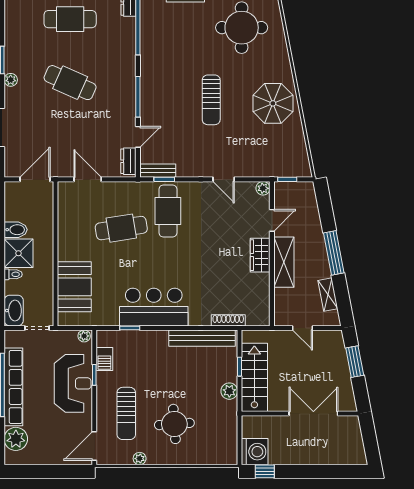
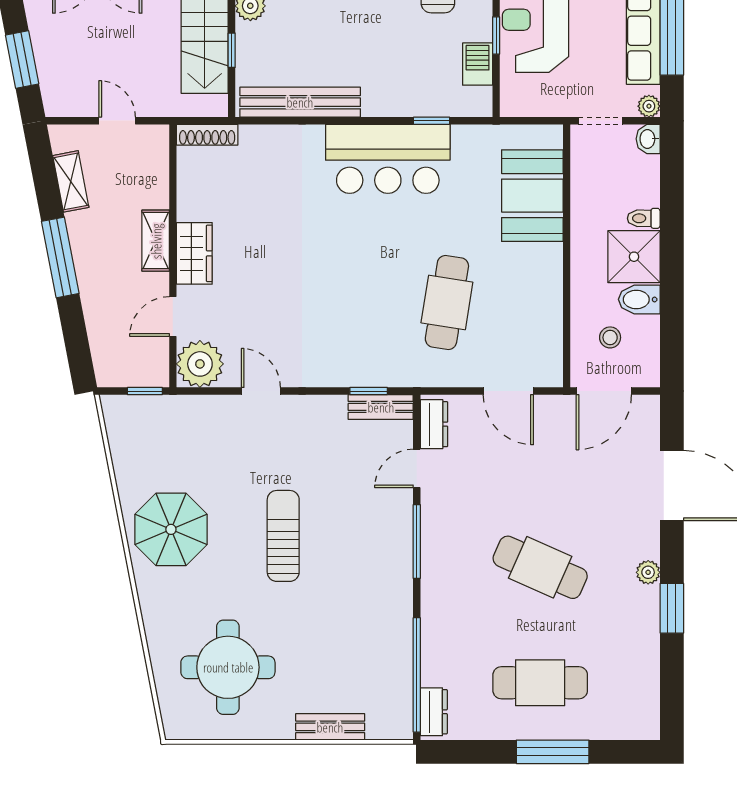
plant: (263, 188) -> (200, 364), width x1.88, depth x1.88
stool: (32, 209) -> (610, 337), added
cafe table: (168, 211) -> (362, 334), removed
cafe table: (121, 228) -> (447, 302), turned -72
shelving: (284, 262) -> (156, 241), width x0.67, depth x0.75
washbasin: (14, 311) -> (648, 139), width x0.52, depth x0.69
shoe rack: (228, 320) -> (207, 135), moved
plant: (84, 336) -> (649, 106), moved

